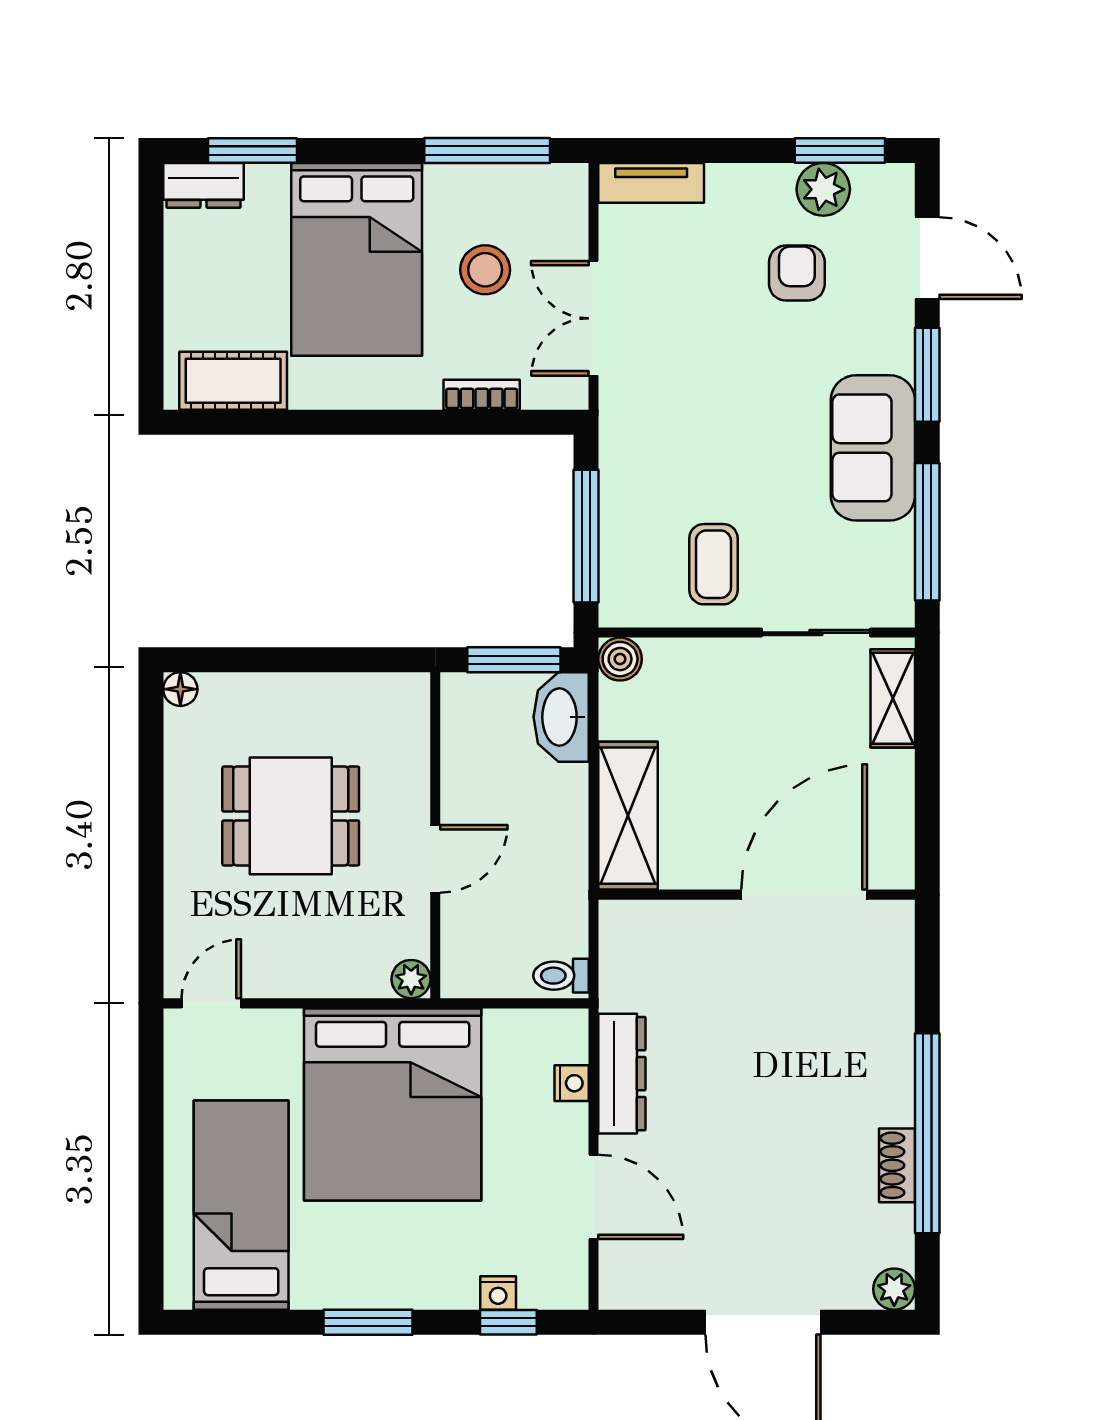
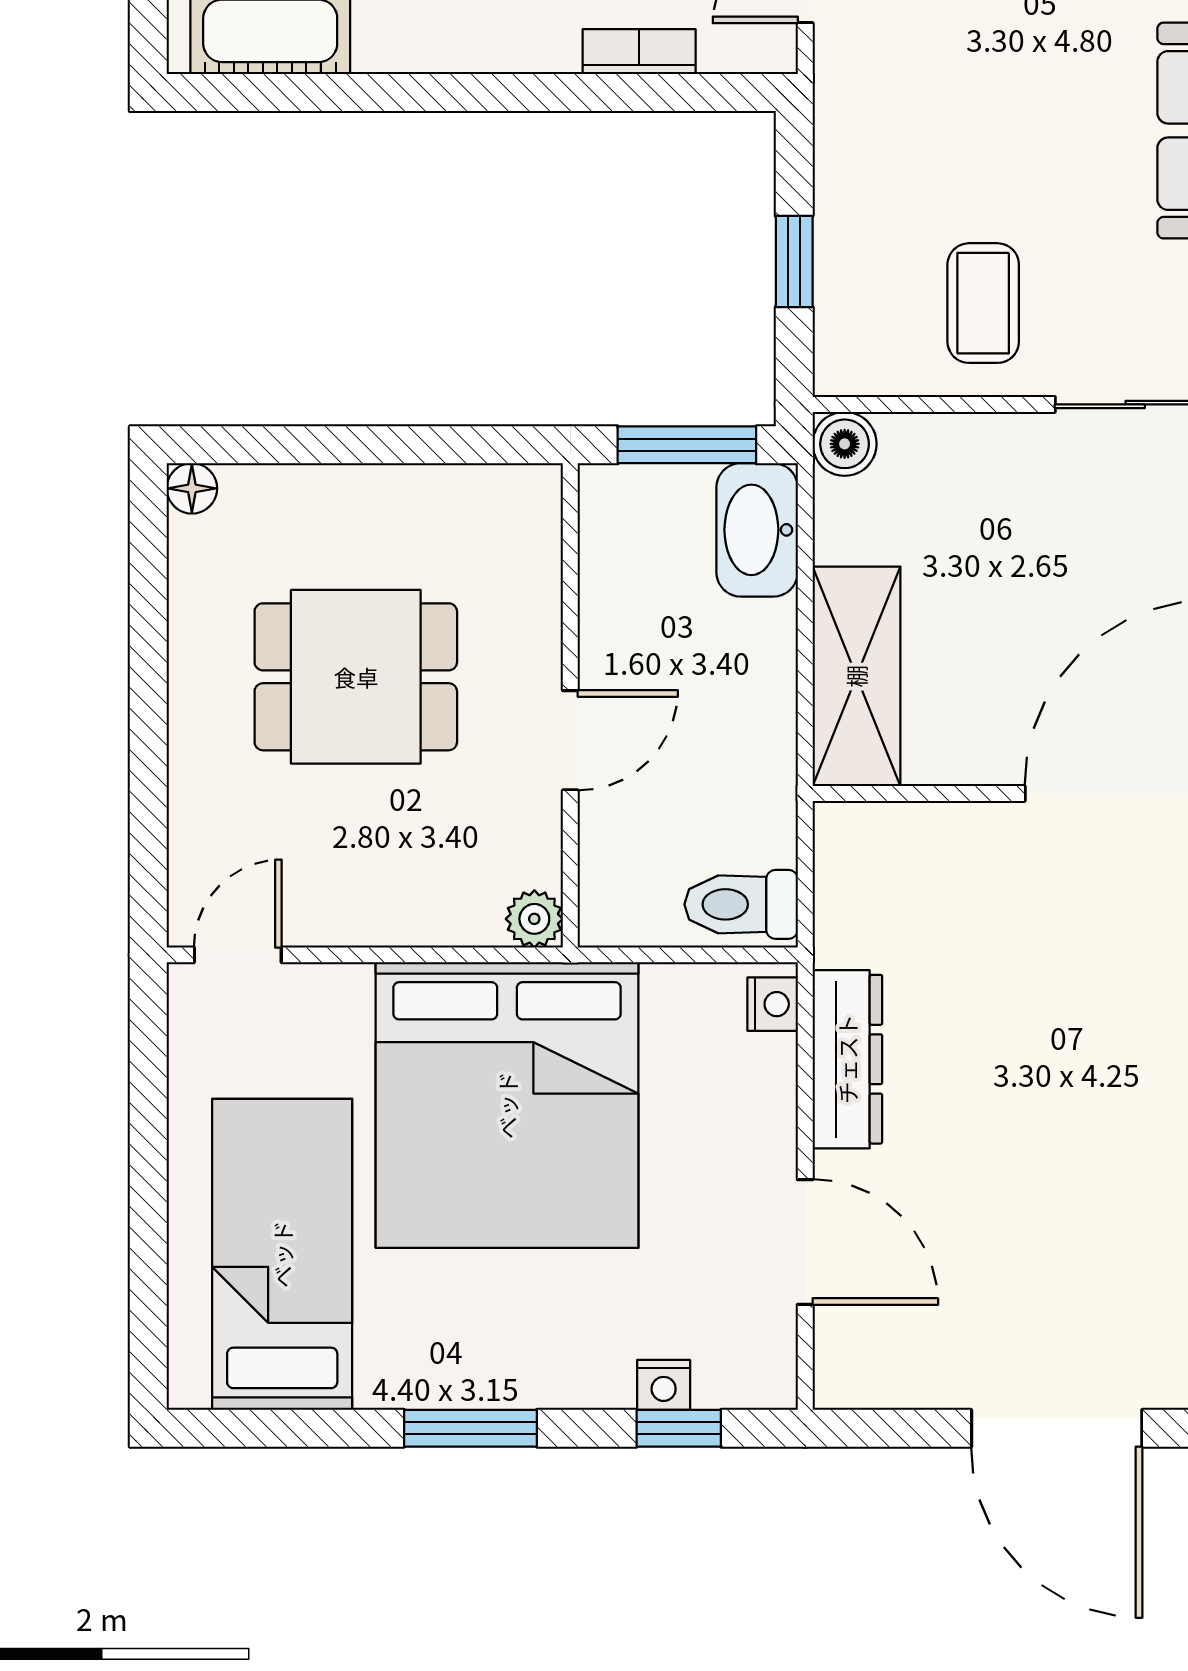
window: (586, 536) -> (794, 261), width x0.46
toilet: (561, 976) -> (741, 904), width x1.37, depth x1.39
nightstand: (572, 1083) -> (773, 1004), moved

